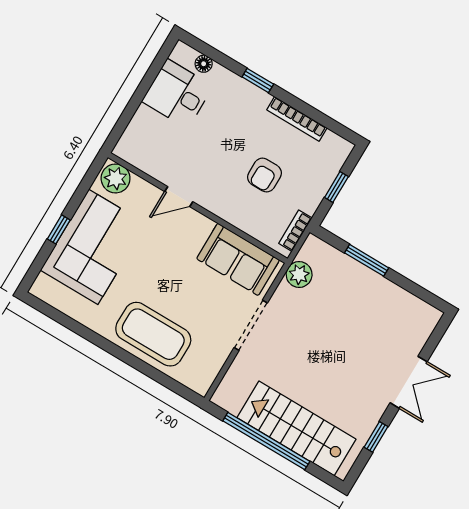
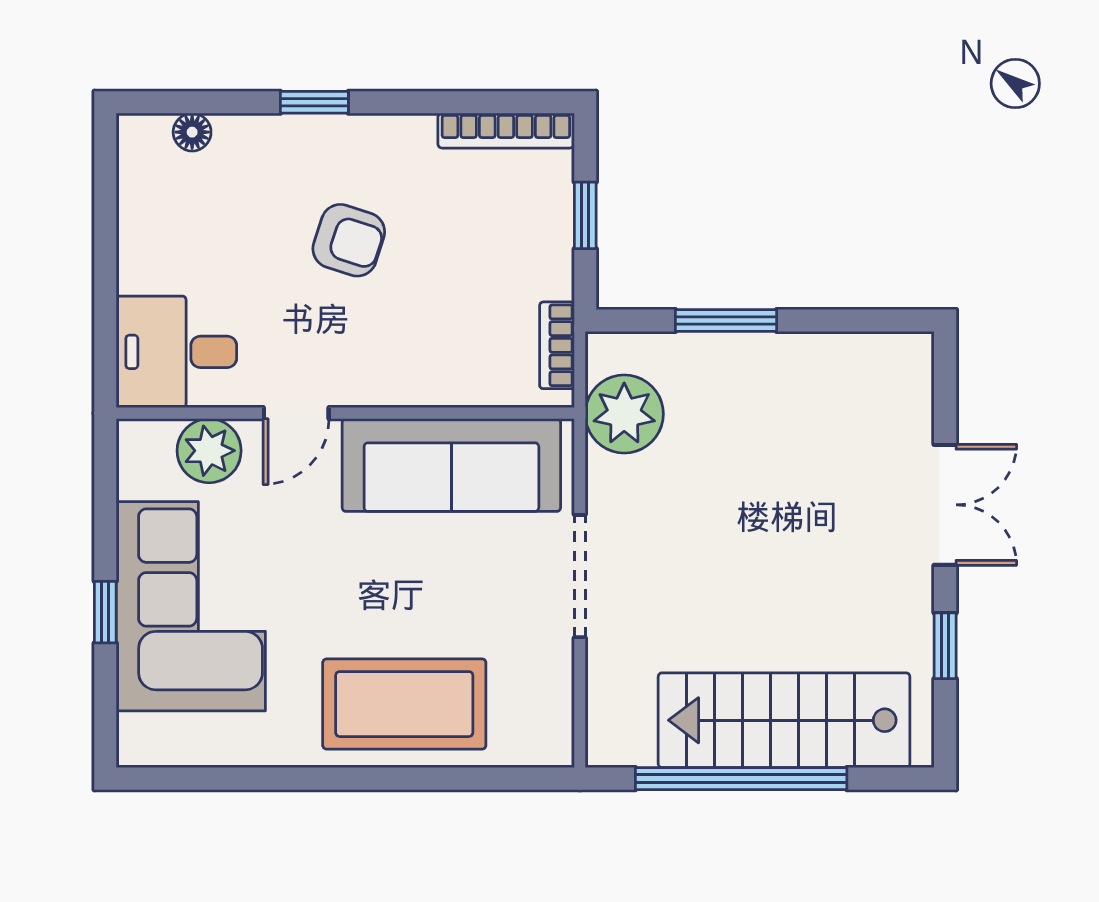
desk: (177, 94) -> (176, 352), moved
bookcase: (297, 119) -> (506, 131), moved
armchair: (264, 175) -> (349, 240), moved, turned -72
plant: (116, 178) -> (209, 451), moved
sofa: (238, 259) -> (451, 465), width x1.36
plant: (299, 274) -> (624, 414), width x1.36, depth x1.36

